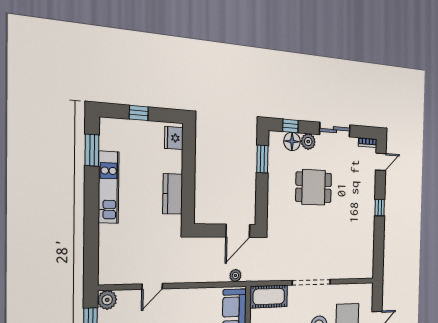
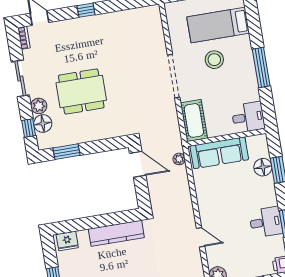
dining table: (314, 187) -> (81, 92), width x1.38
kitchen counter: (173, 194) -> (116, 233), width x1.50

